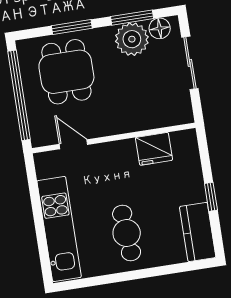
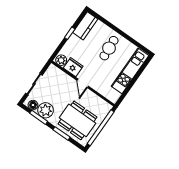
dining table: (66, 72) -> (77, 120), width x1.37
plant: (183, 142) -> (61, 60), added
door: (73, 144) -> (83, 83), moved

